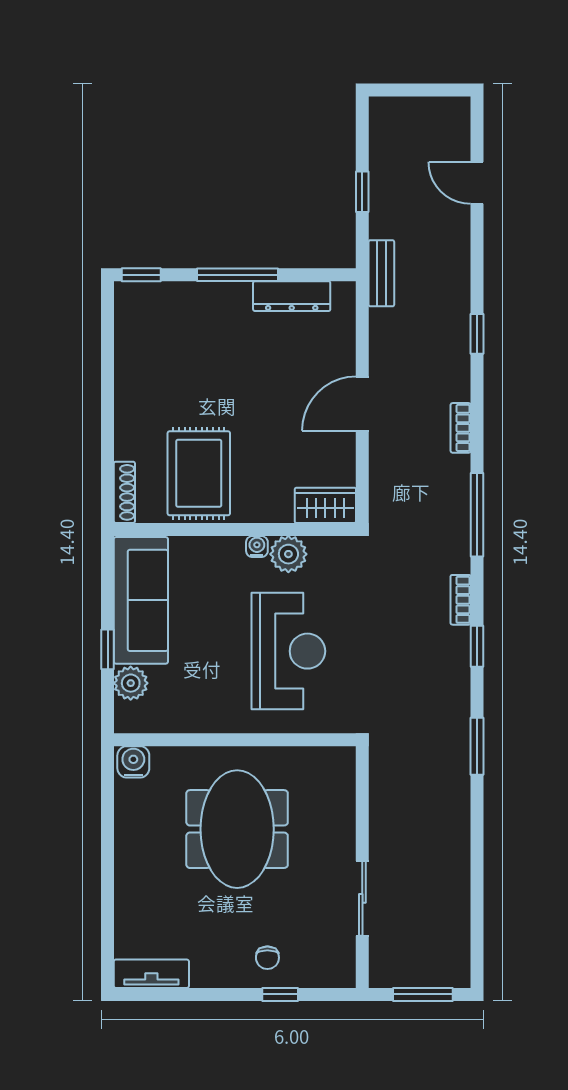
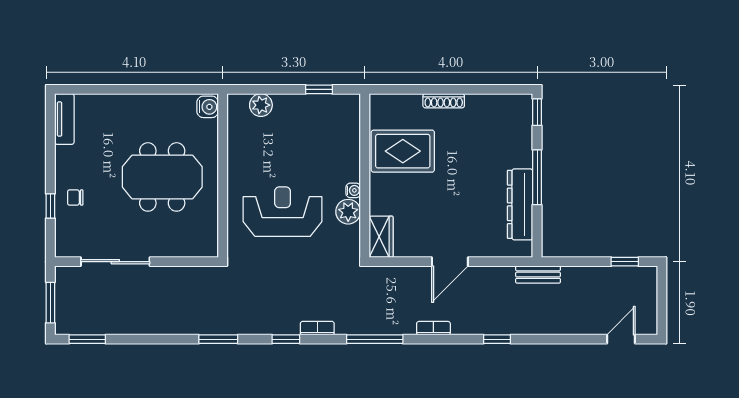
door: (477, 183) -> (621, 339), moved
window: (362, 192) -> (625, 262), moved
dresser: (292, 296) -> (520, 204), width x1.37, depth x1.24
door: (362, 404) -> (450, 262), swing flipped
shoe rack: (124, 492) -> (444, 101), moved
sofa: (141, 600) -> (317, 112), removed
window: (108, 649) -> (319, 89), moved
reception desk: (288, 651) -> (283, 212), turned 180
sliding door: (362, 898) -> (115, 262), width x1.37
window: (477, 940) -> (87, 339), added

